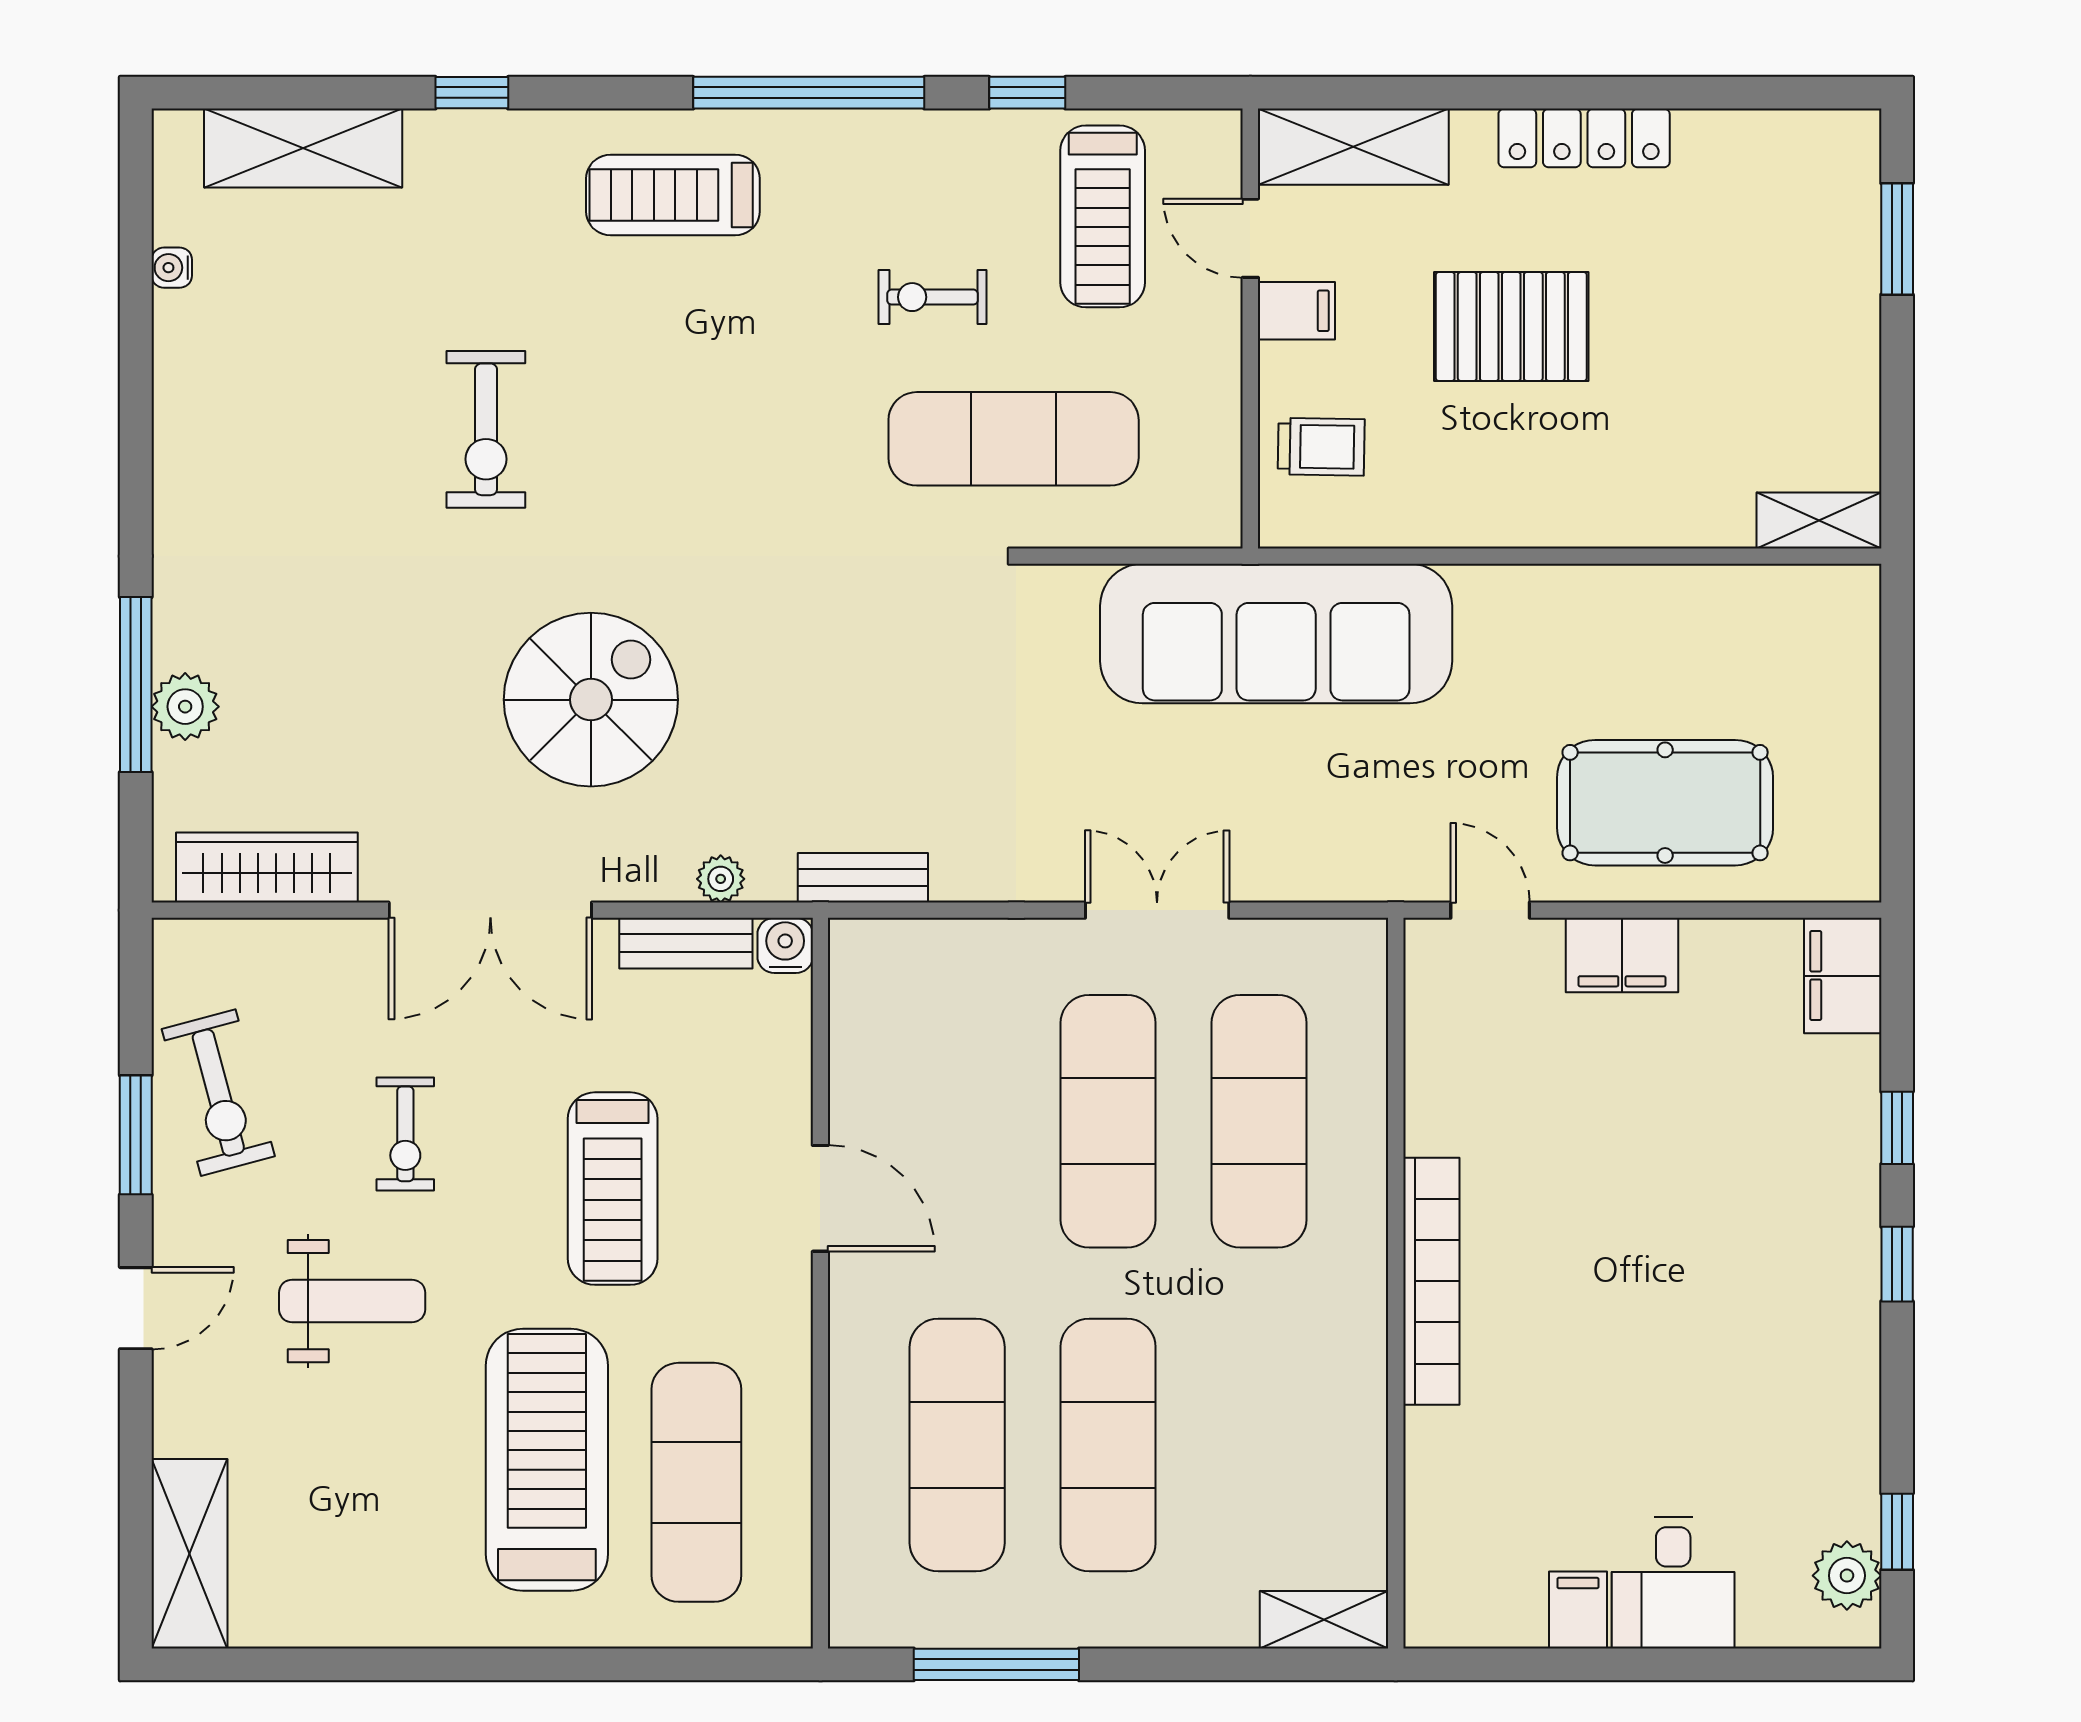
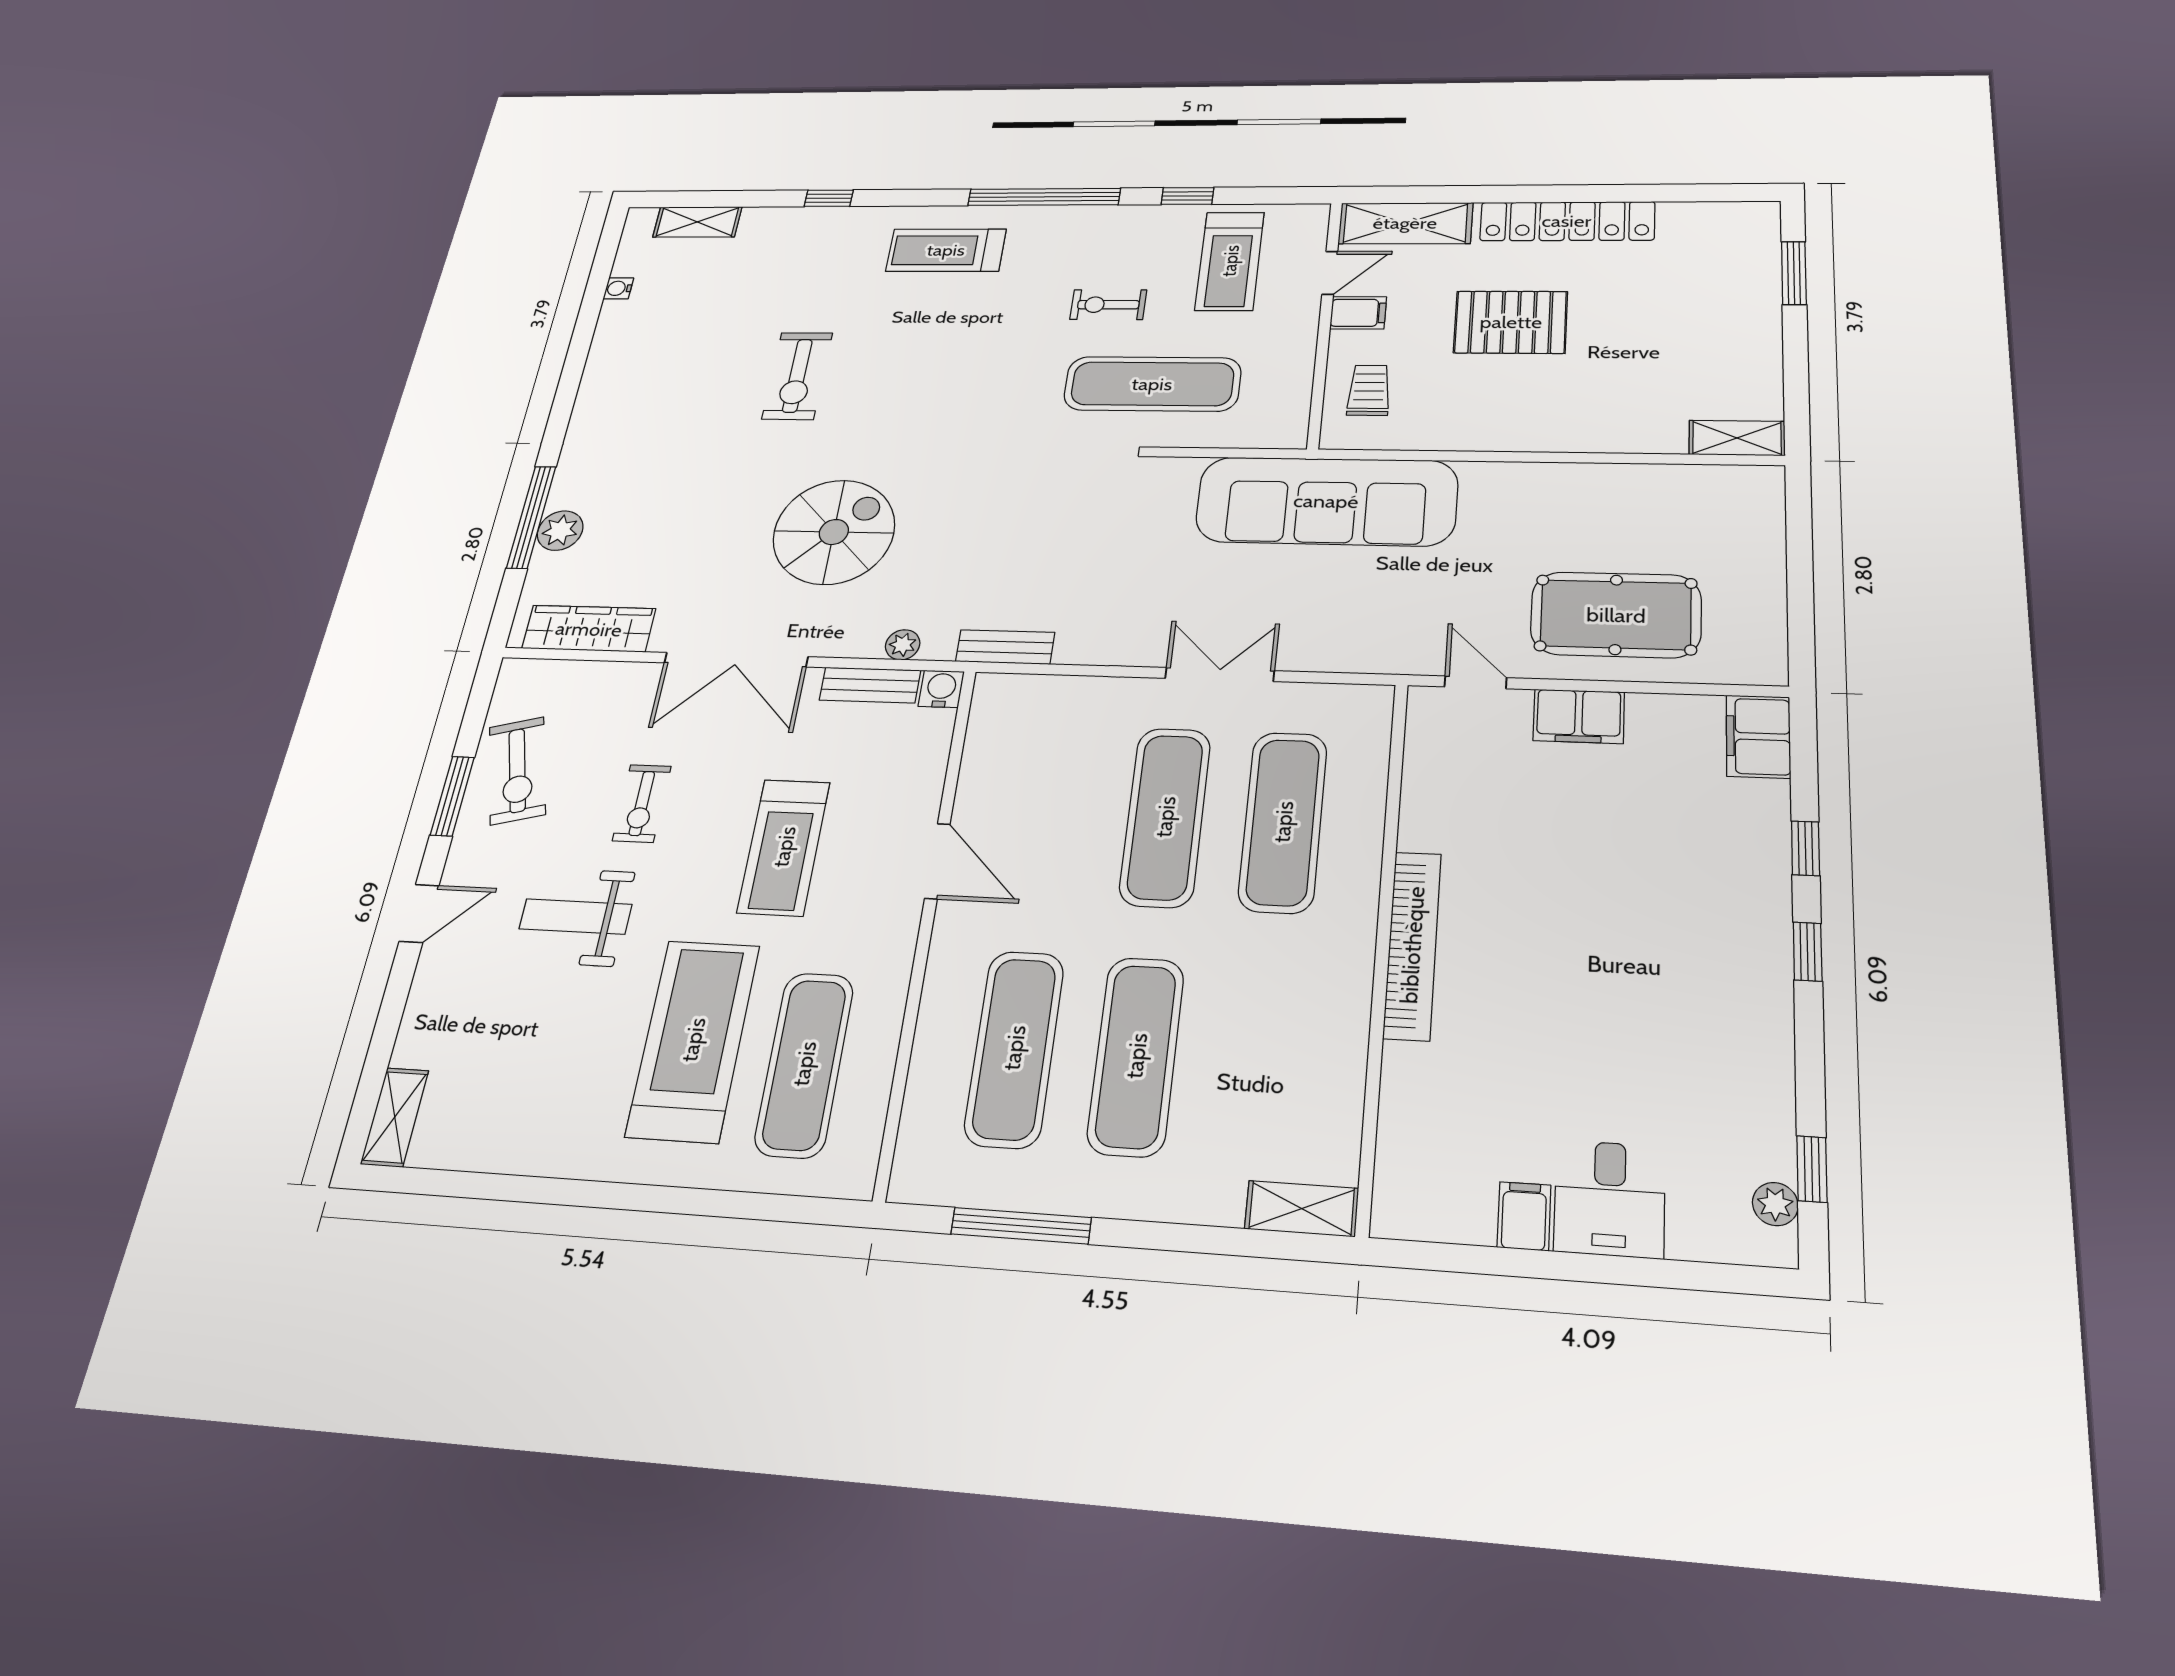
locker: (1584, 138) -> (1567, 221), width x1.41, depth x1.21
shelving: (303, 148) -> (697, 222), width x0.67, depth x0.75
door: (1250, 238) -> (1330, 273), swing flipped
trolley: (1321, 447) -> (1369, 390), turned -91
weight bench: (352, 1301) -> (575, 917), turned 180
shelving: (189, 1554) -> (395, 1117), width x0.67, depth x0.75
plant: (1847, 1576) -> (1775, 1204), width x0.73, depth x0.73

